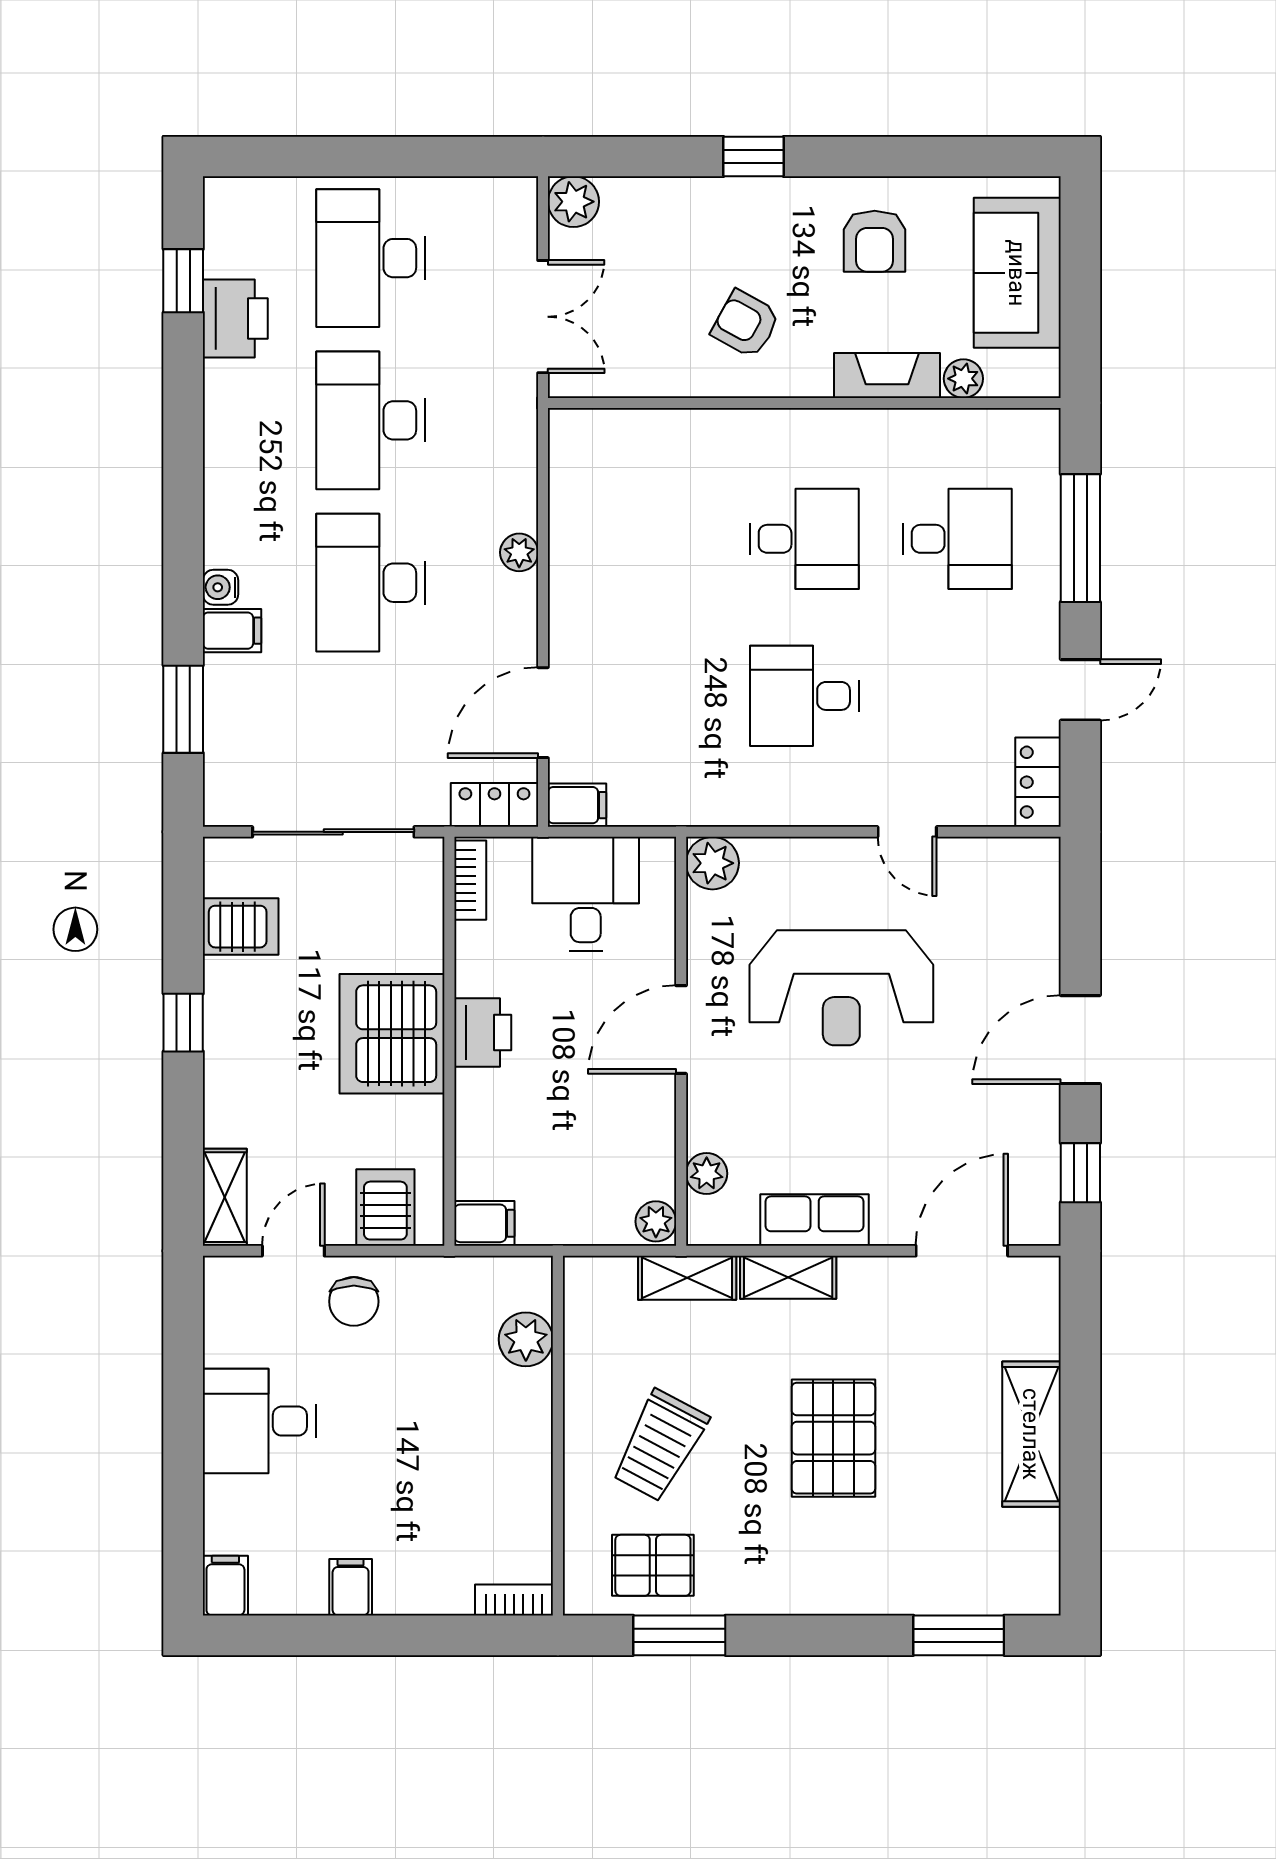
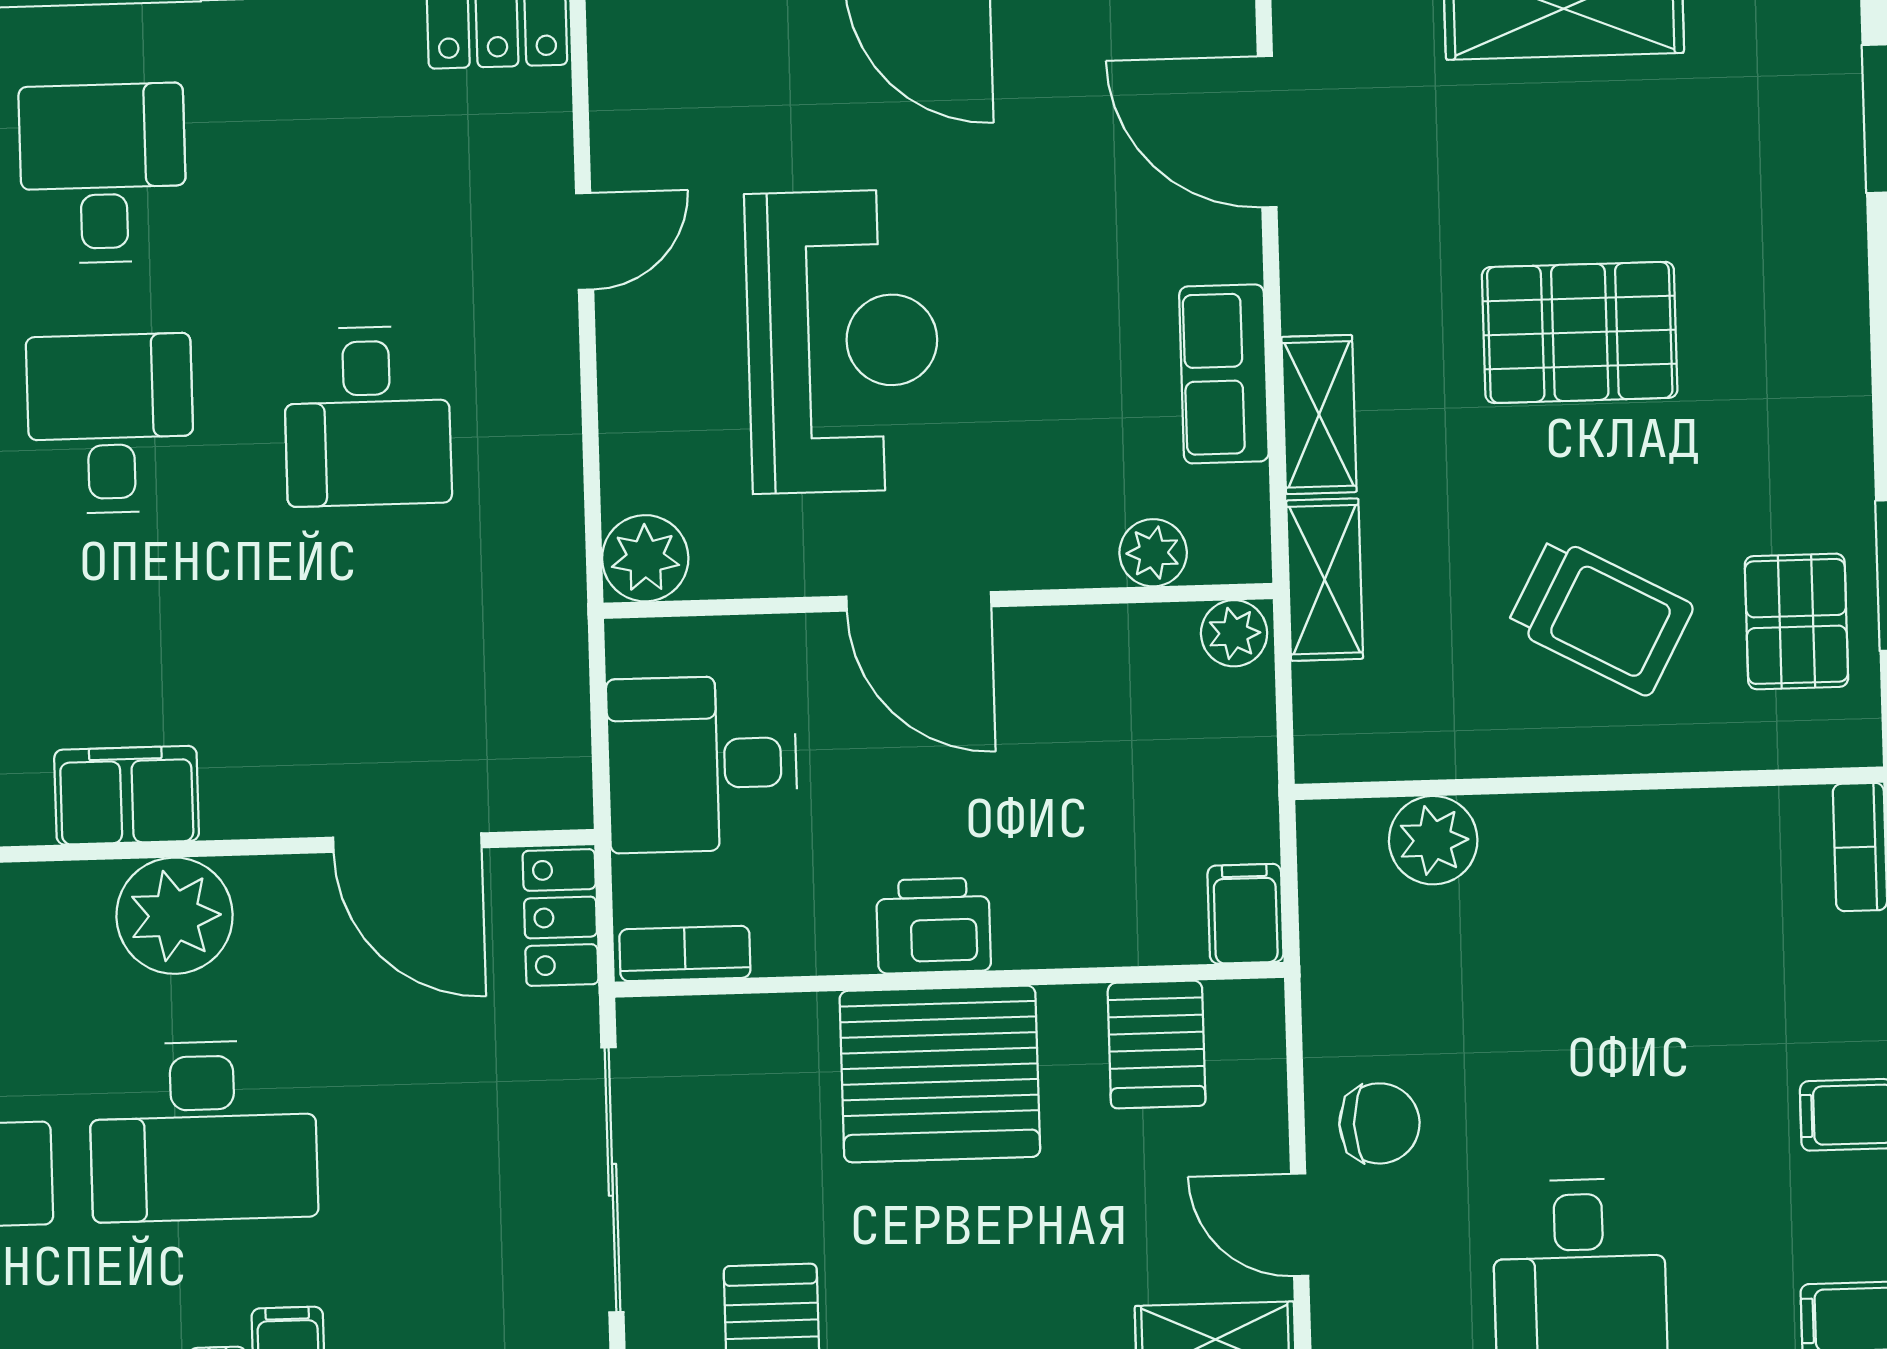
plant: (519, 552) -> (175, 916), width x1.87, depth x1.87
filing cabinet: (577, 805) -> (127, 795), moved, width x2.00
server rack: (385, 1208) -> (1157, 1044), moved, turned -90

